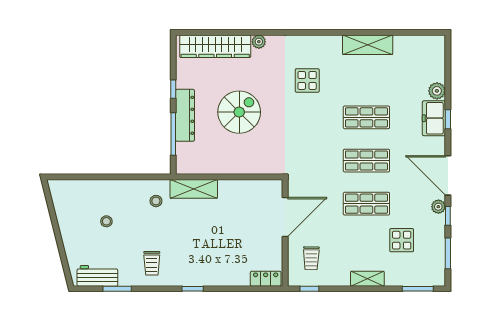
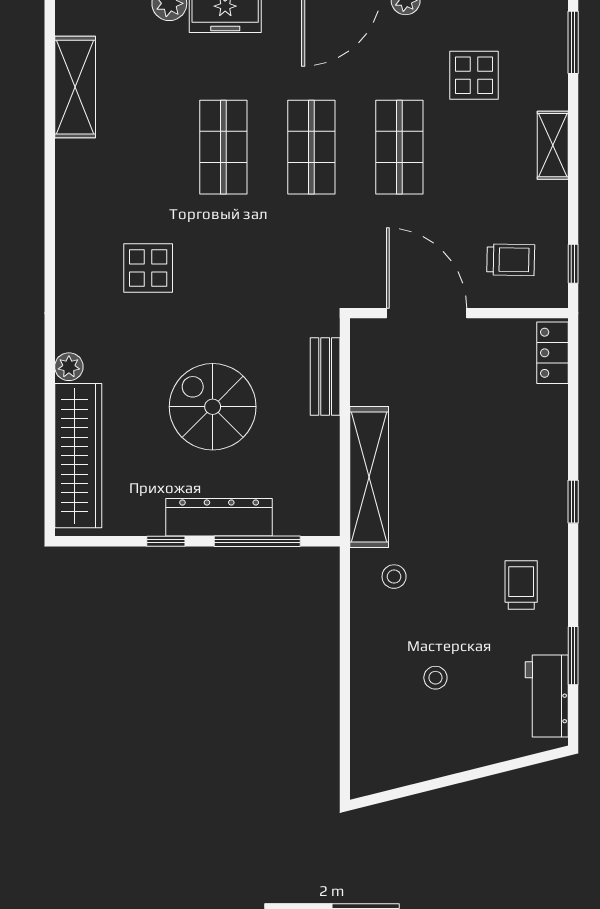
shelving: (368, 45) -> (75, 87), moved
bench: (254, 167) -> (325, 377), added
shelving: (194, 189) -> (369, 477), width x1.47
trolley: (152, 263) -> (521, 585), turned -90

